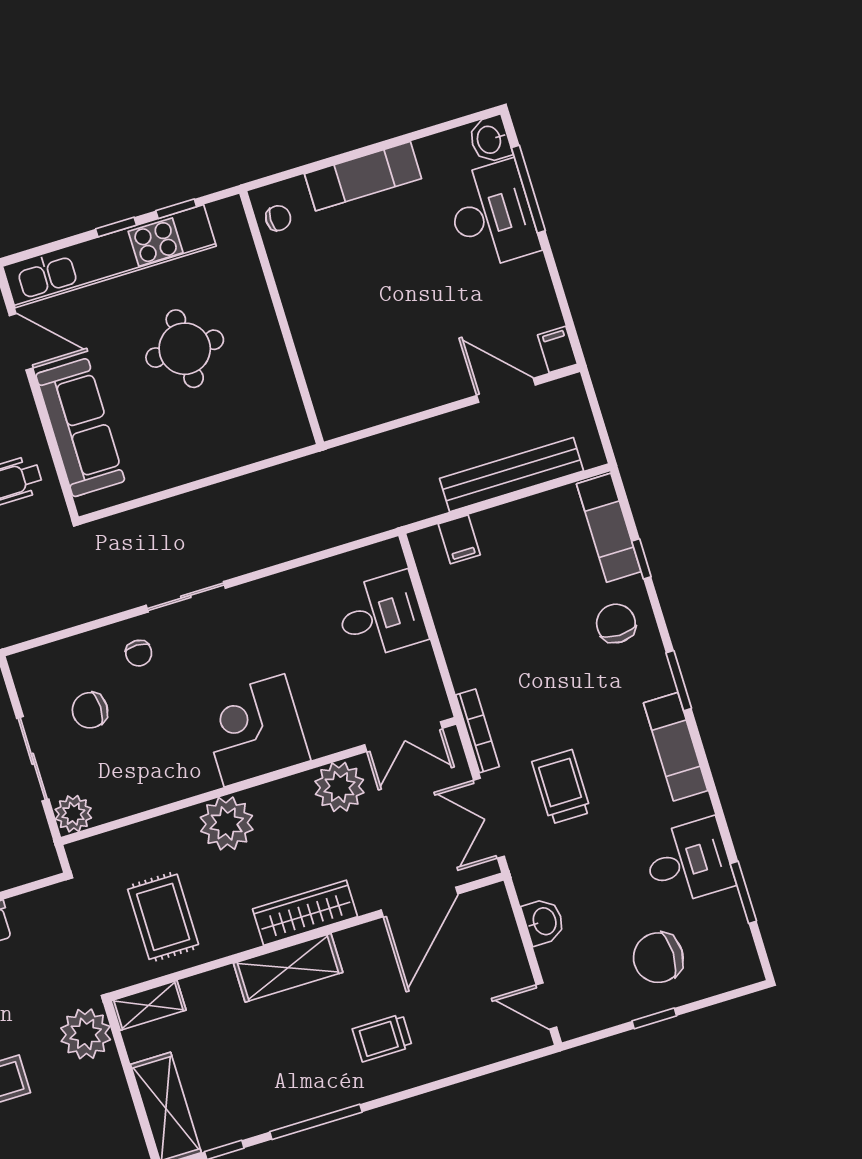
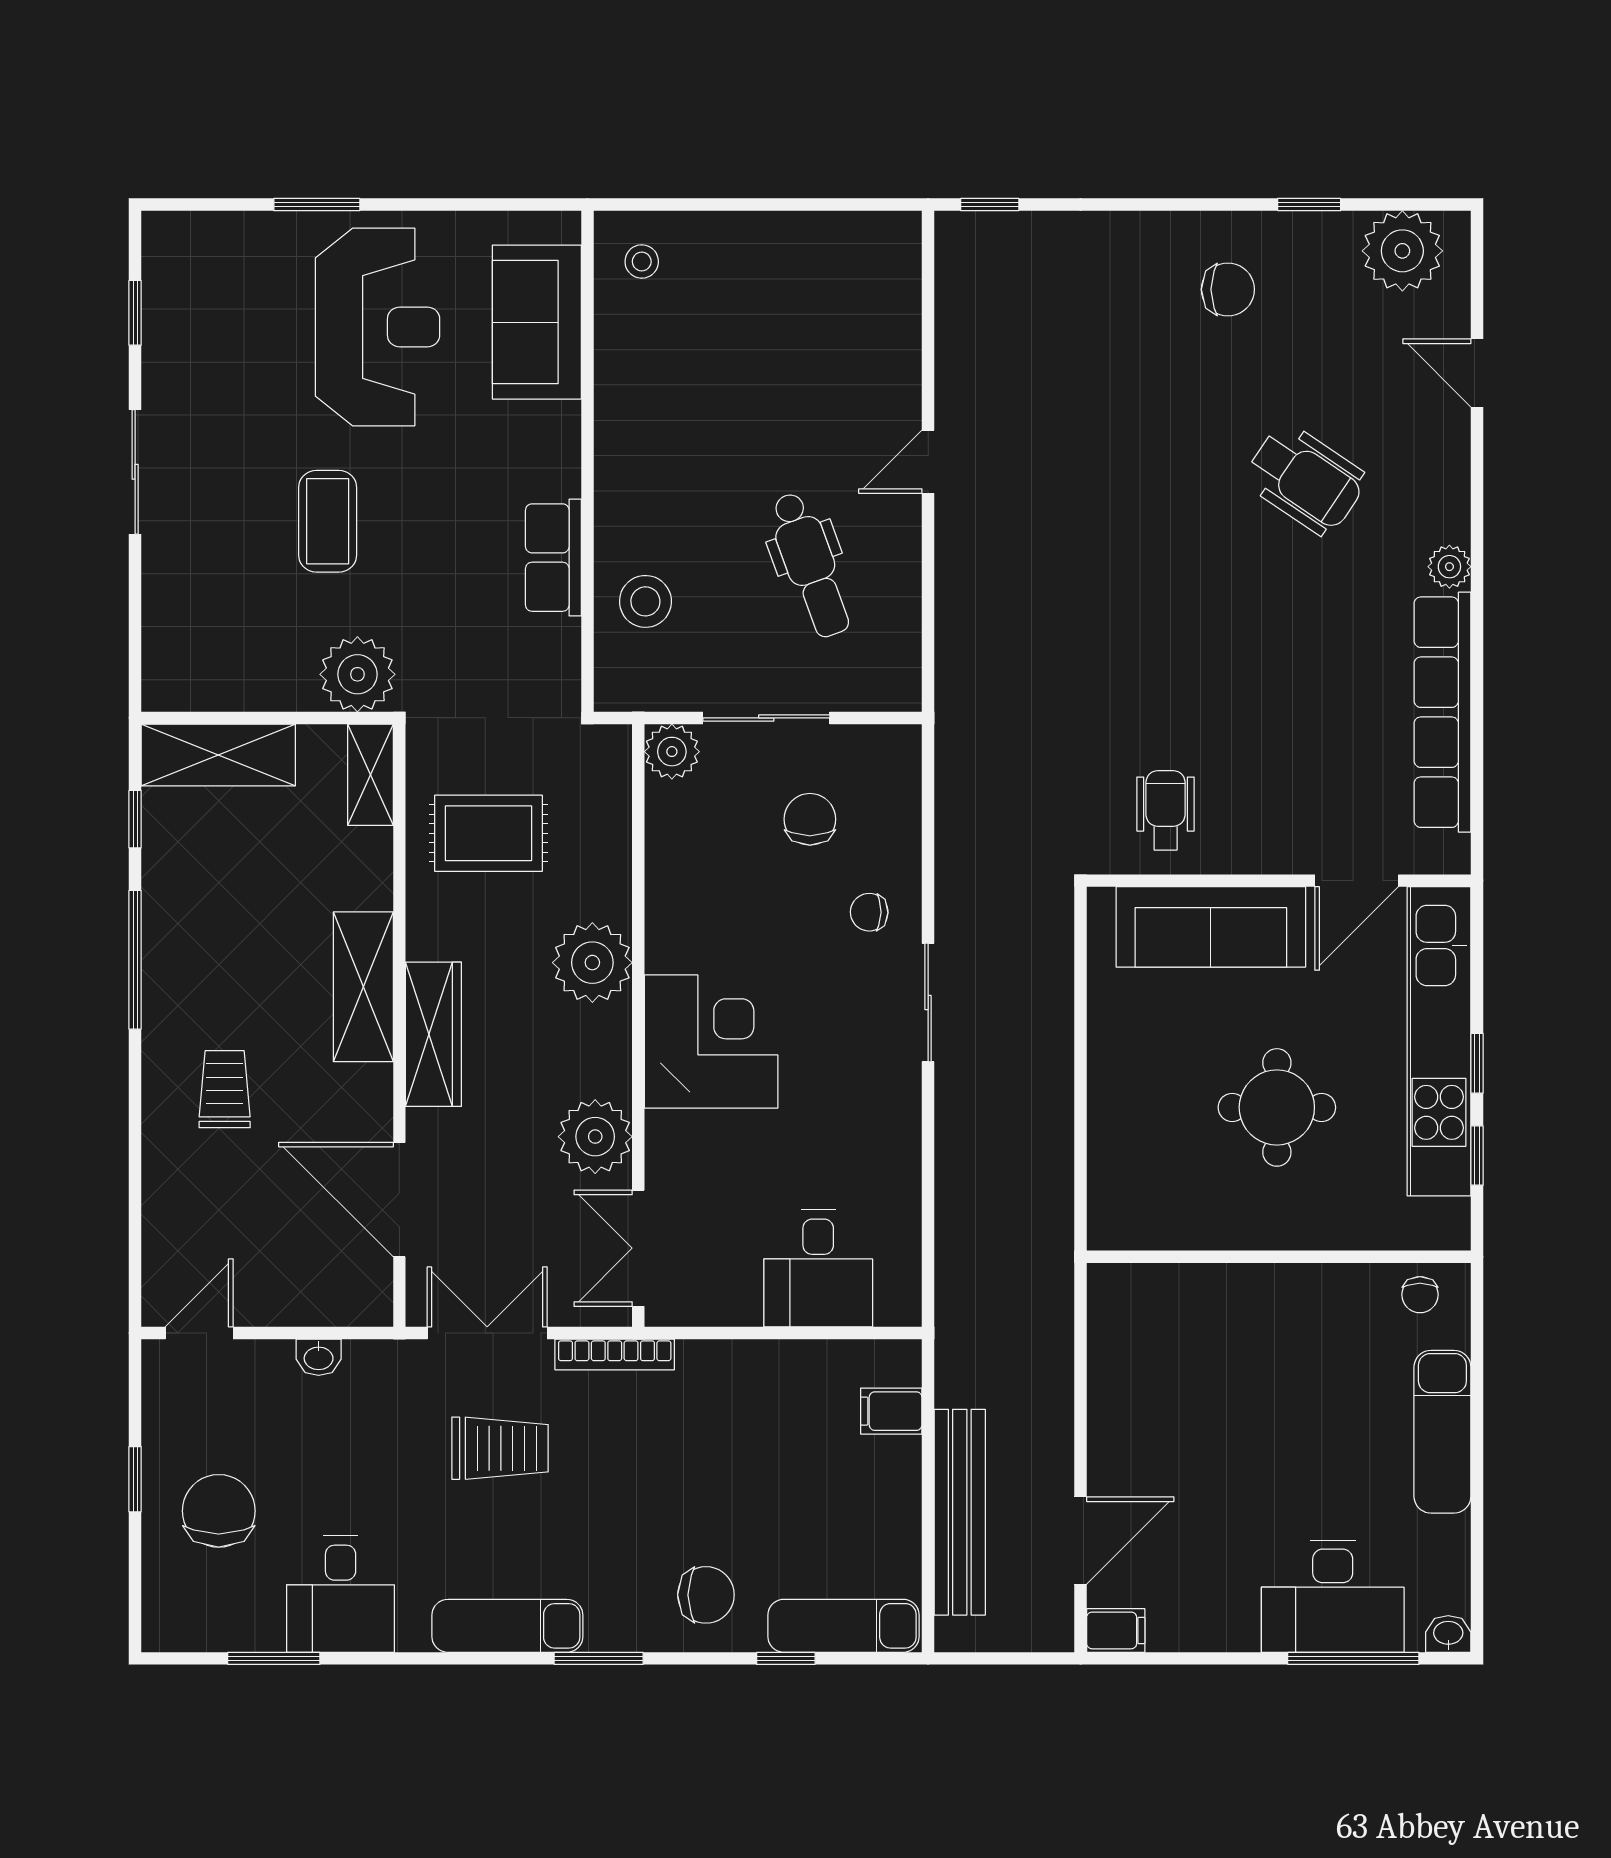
washbasin: (490, 139) -> (1448, 1634), width x0.72, depth x0.69
washbasin: (544, 922) -> (319, 1357), width x0.72, depth x0.69

